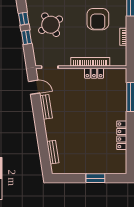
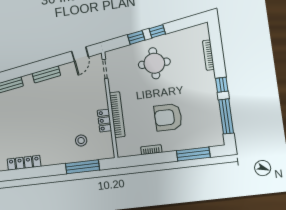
round table: (51, 25) -> (154, 63), turned 33
stool: (109, 95) -> (81, 141), added
bench: (46, 107) -> (46, 74), moved
locker: (122, 135) -> (24, 163), moved

